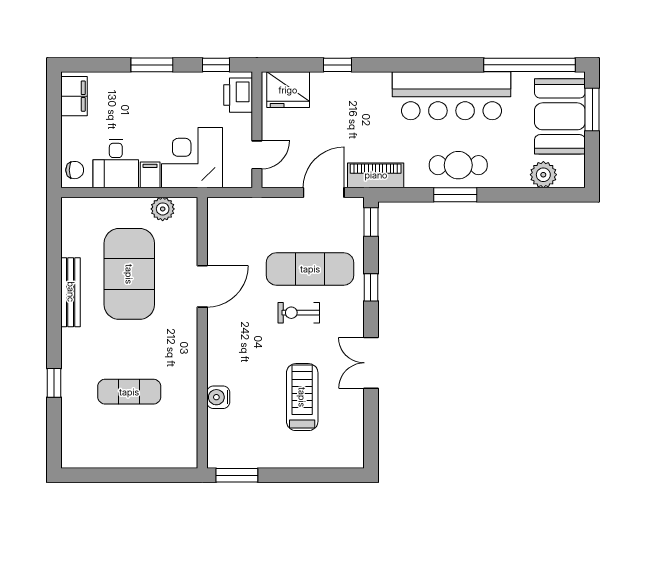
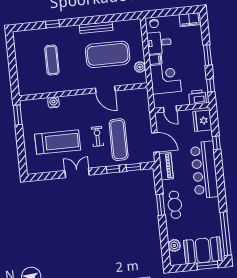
bar counter: (451, 96) -> (204, 170), moved
window: (371, 222) -> (133, 167), moved
treadmill: (302, 397) -> (58, 142), width x1.37, depth x1.38

